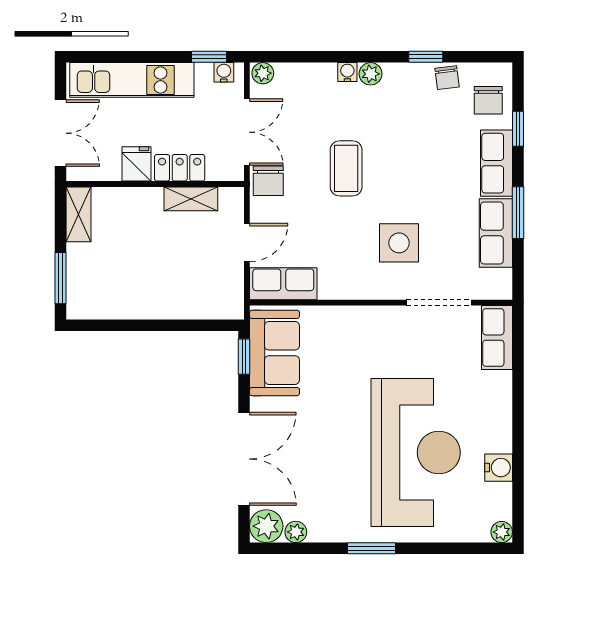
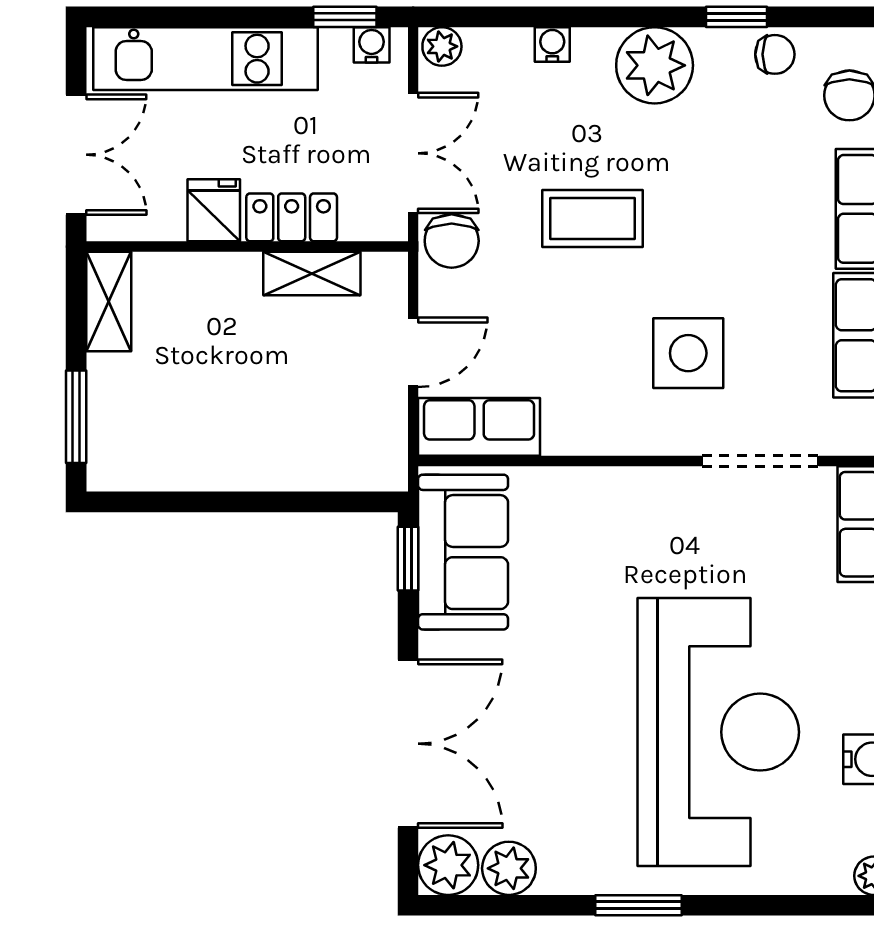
water cooler: (347, 72) -> (552, 44), moved
plant: (371, 74) -> (655, 65), width x1.88, depth x1.88
chair: (447, 78) -> (775, 54), turned -83
coffee table: (346, 168) -> (593, 218), turned 90
plant: (296, 532) -> (509, 868), width x1.38, depth x1.38

